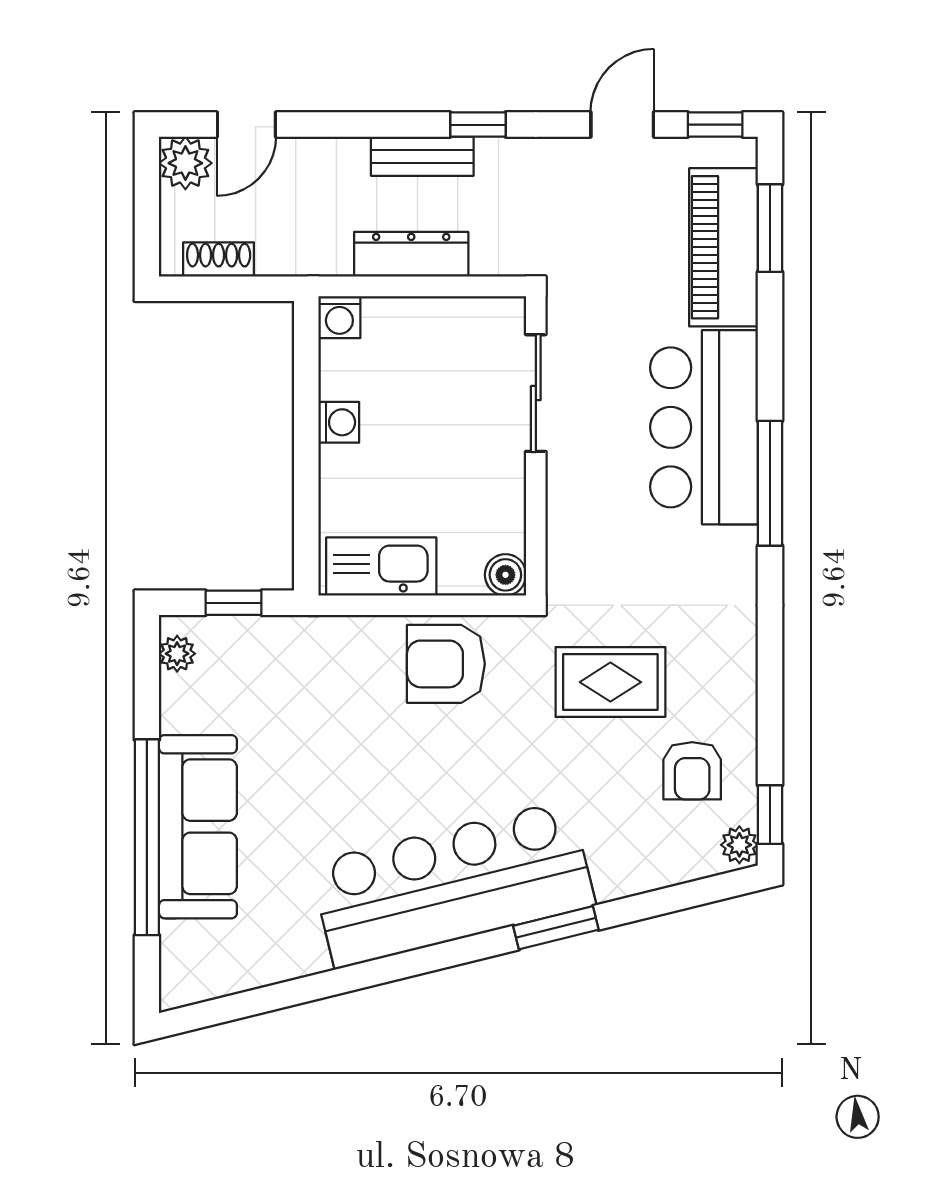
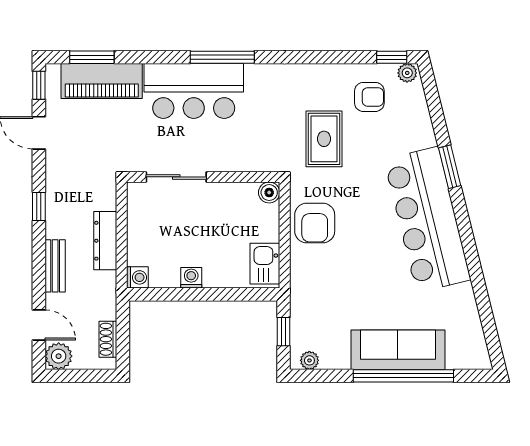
bench: (422, 156) -> (55, 266), moved
kitchen sink: (381, 566) -> (265, 264), width x0.73

